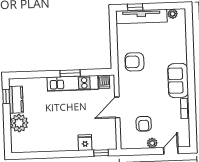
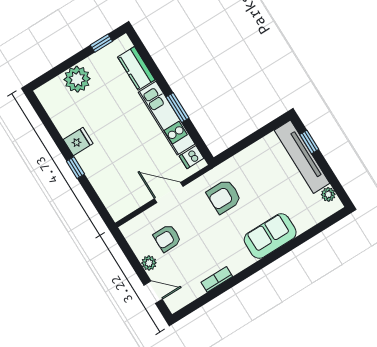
armchair: (134, 62) -> (224, 196), moved, turned -90
sofa: (178, 81) -> (270, 236), moved
kitchen counter: (16, 100) -> (136, 68), moved, turned 90
fridge: (85, 143) -> (78, 142), moved
window: (101, 153) -> (76, 168), moved

